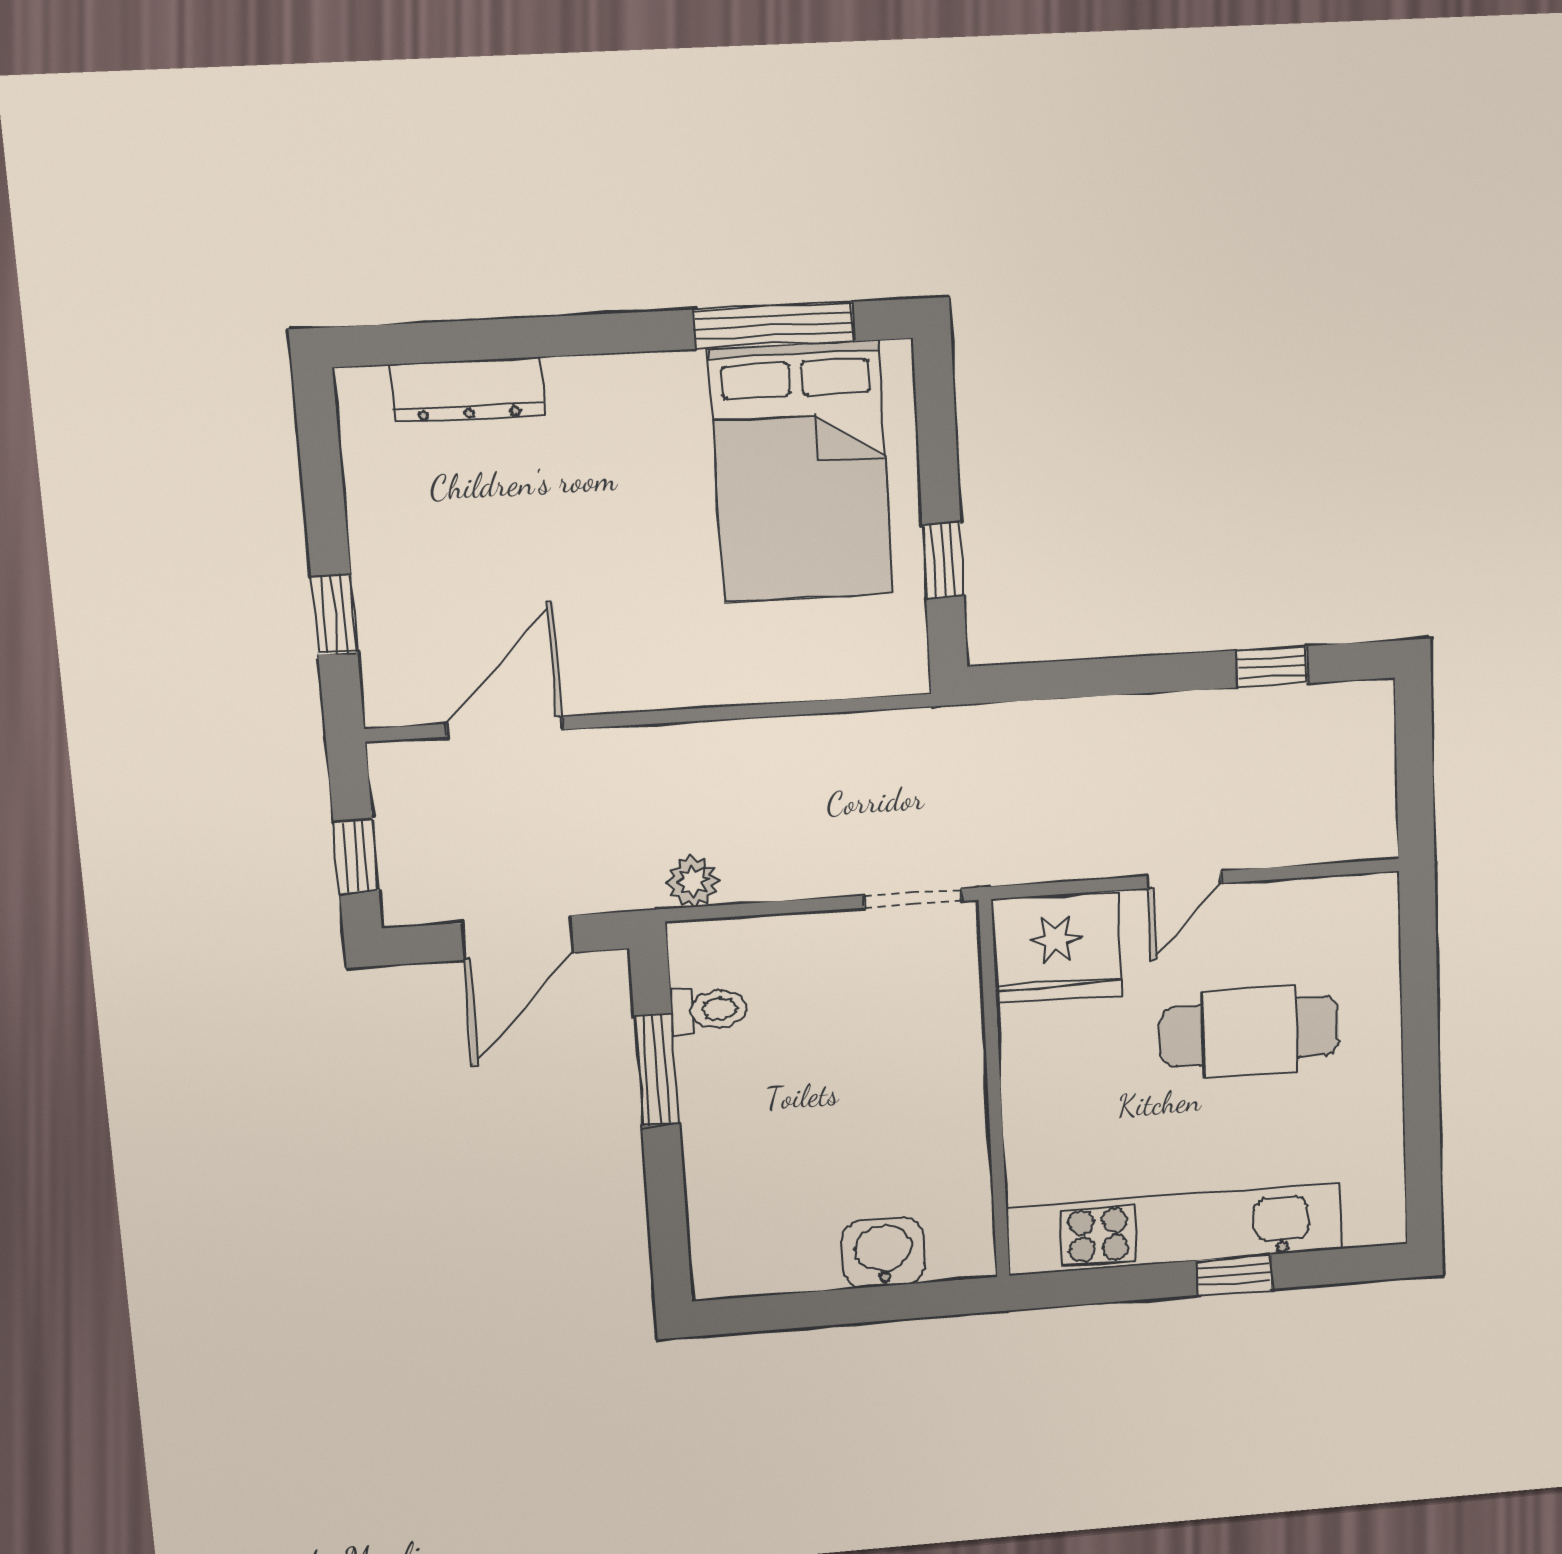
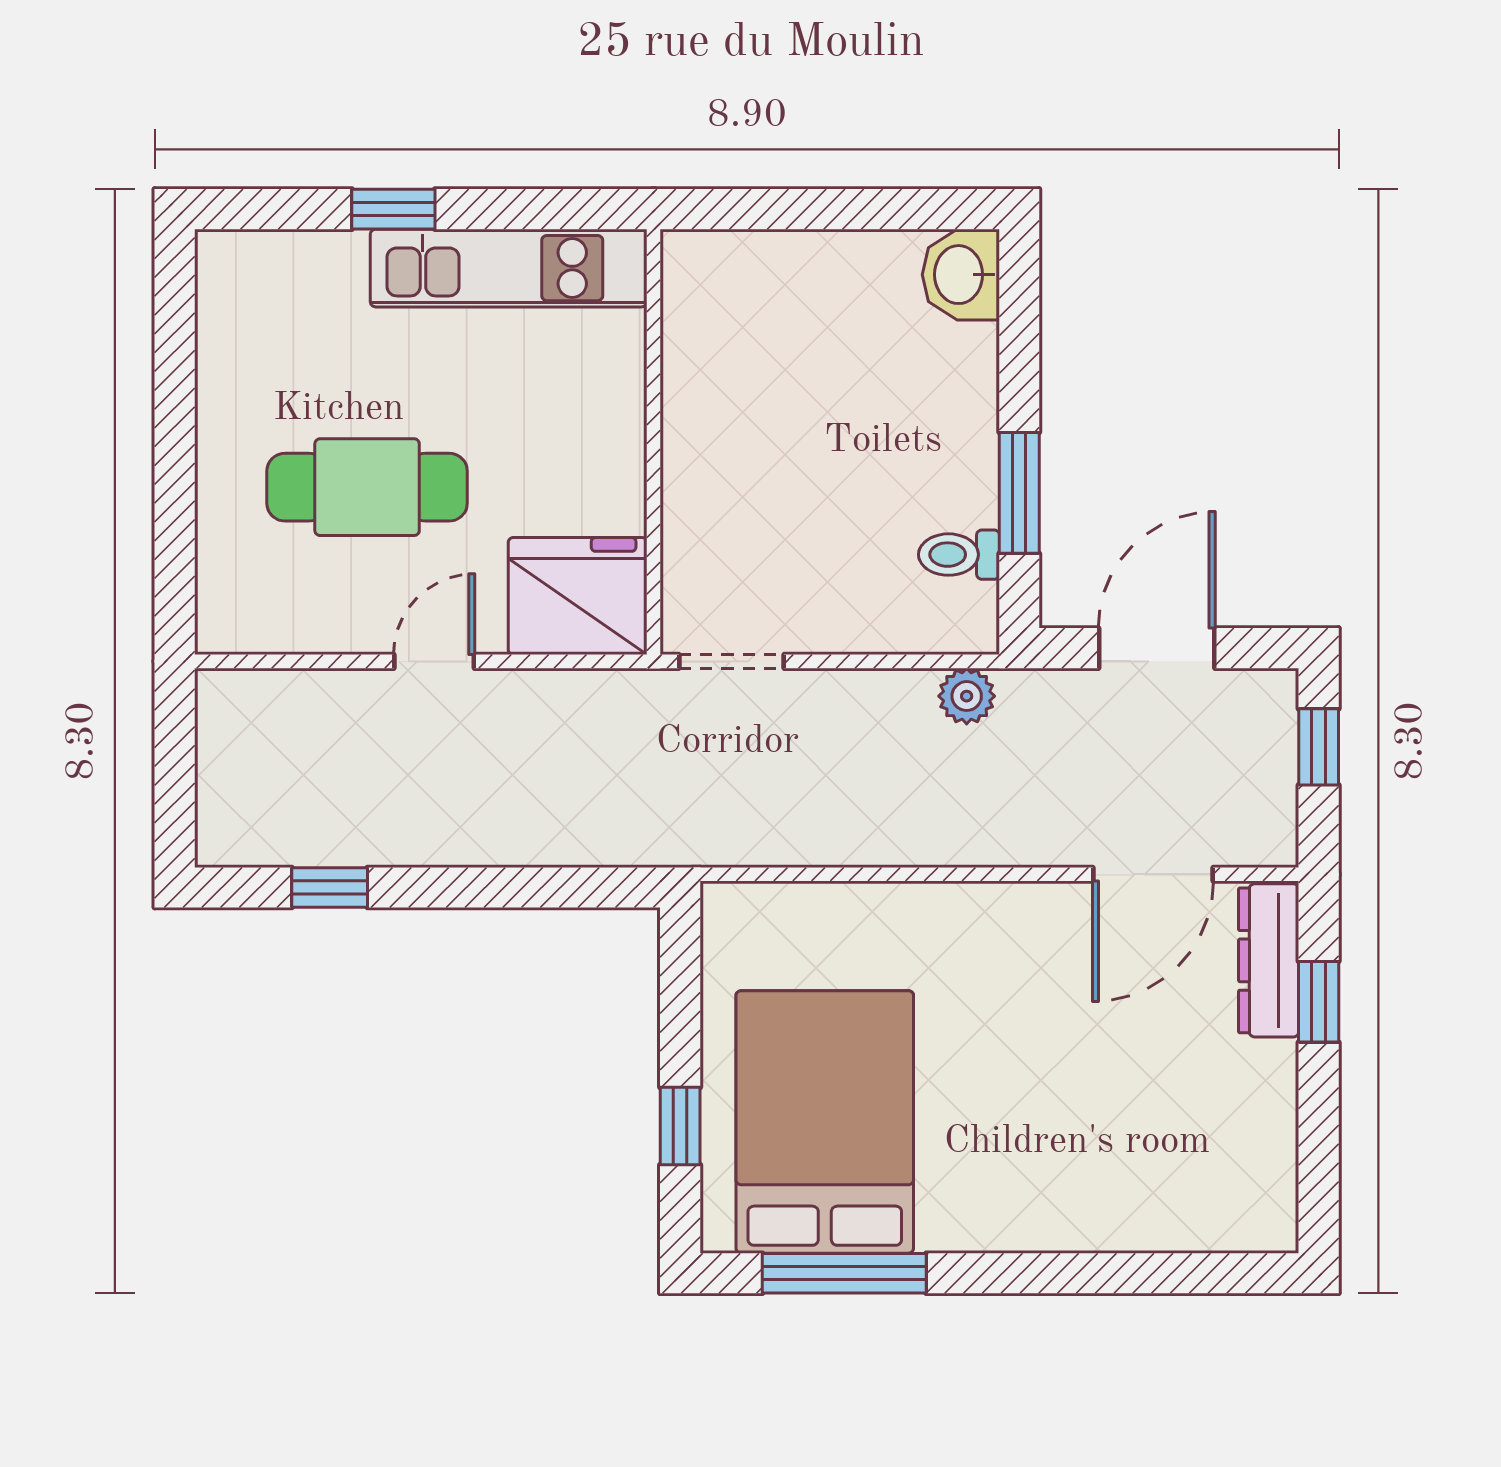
dresser: (468, 390) -> (1269, 960), moved, turned -90
window: (943, 560) -> (680, 1126), moved
kitchen unit: (1175, 1229) -> (509, 268), width x0.73
washbasin: (883, 1253) -> (961, 275), moved, turned 90

